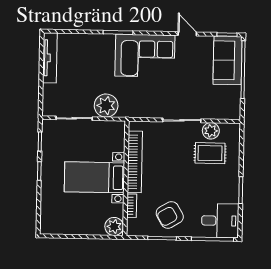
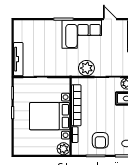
tv unit: (50, 58) -> (18, 59), moved
plant: (106, 106) -> (86, 68), moved
bed with nightstands: (94, 177) -> (50, 116), width x1.36
armchair: (170, 215) -> (100, 140), turned -60

